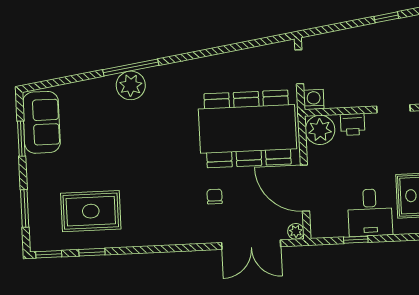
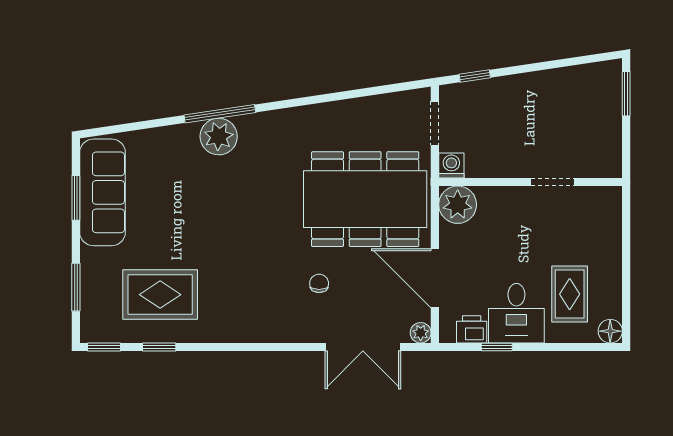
window: (386, 17) -> (475, 76), moved
sofa: (41, 122) -> (103, 192), width x1.36
printer: (353, 124) -> (472, 329), moved, turned 180

